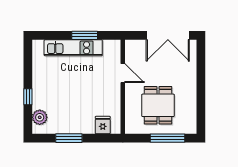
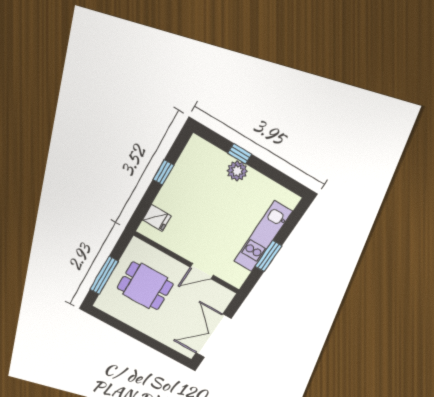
plant: (40, 117) -> (237, 171), moved
window: (69, 138) -> (163, 172), width x0.67

